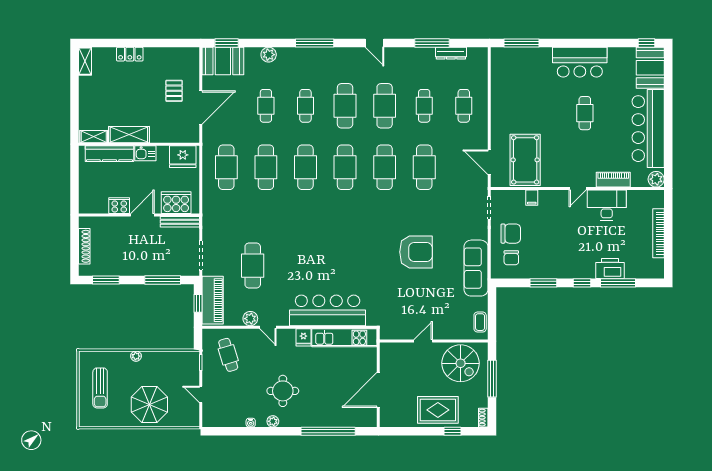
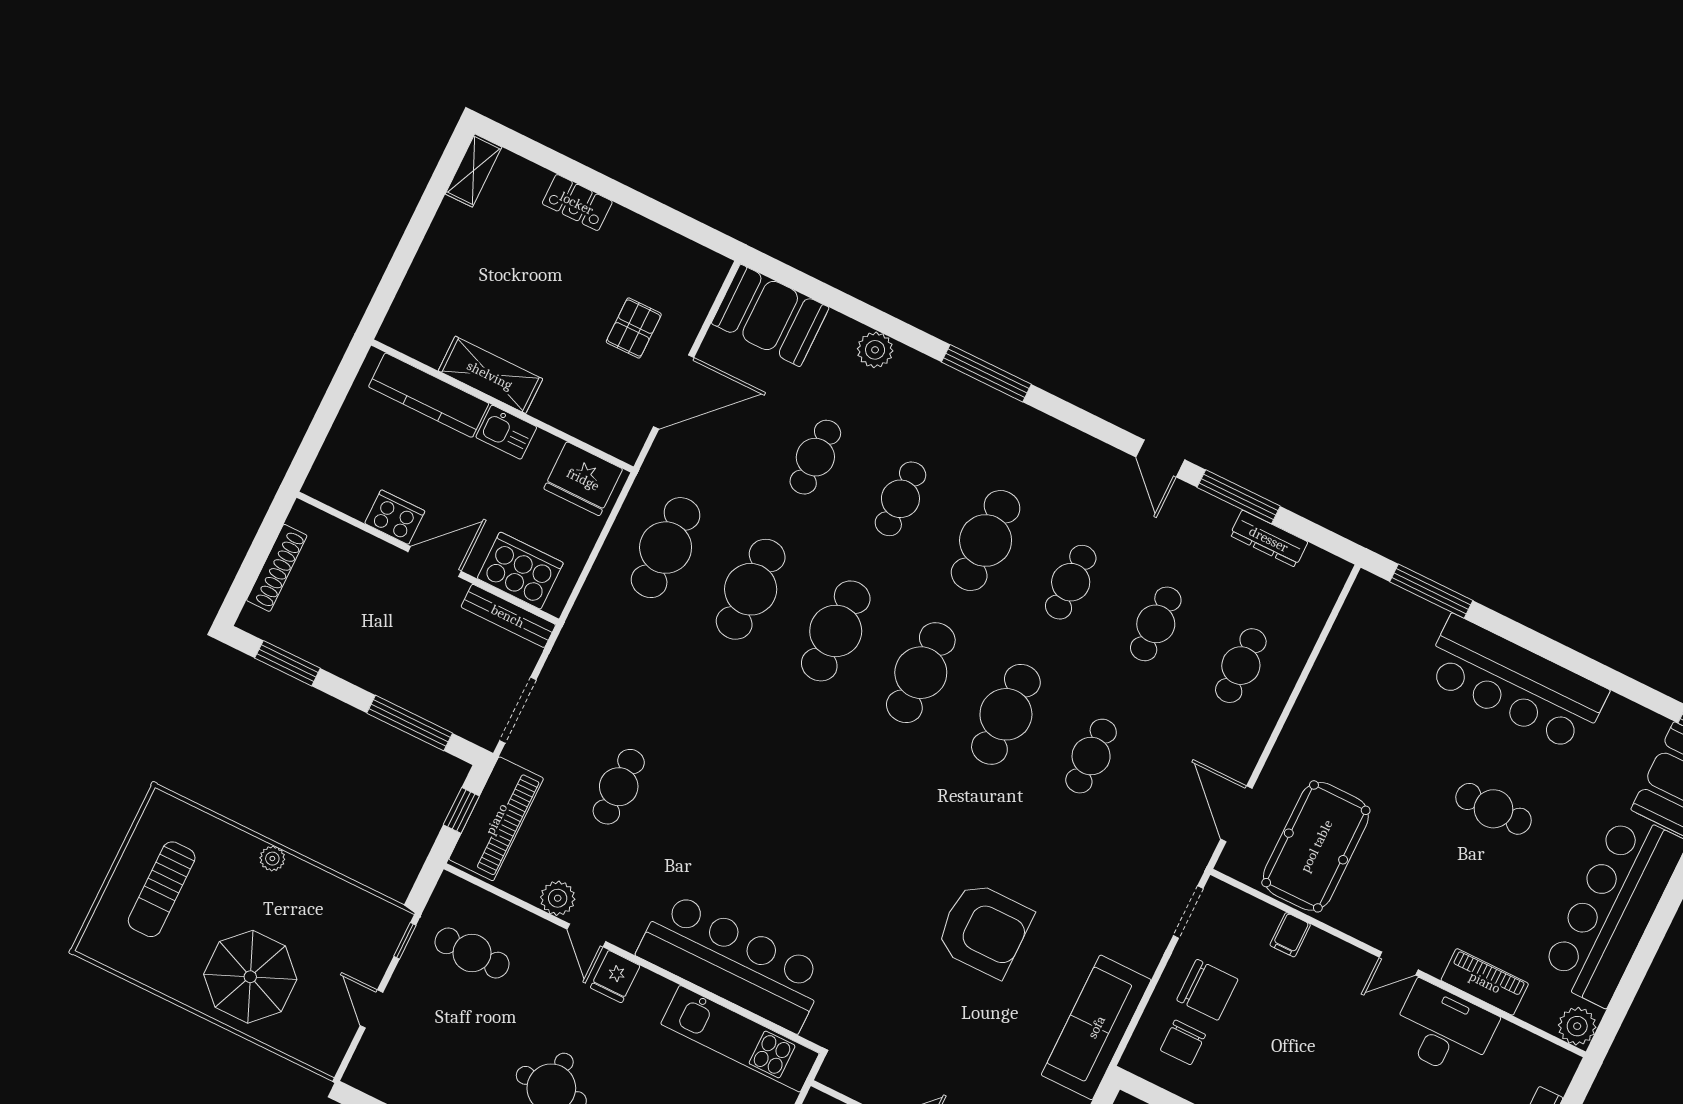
window: (227, 43) -> (797, 281), removed
door: (375, 43) -> (1160, 458), moved
bar counter: (580, 62) -> (1515, 684), width x1.36
cafe table: (385, 106) -> (1071, 582), width x0.73, depth x0.74
cafe table: (585, 113) -> (1494, 809), turned 90
shelving: (94, 137) -> (413, 342), removed
cafe table: (424, 167) -> (1091, 756), width x0.73, depth x0.74
cafe table: (253, 266) -> (619, 787), width x0.73, depth x0.74
fridge: (303, 337) -> (615, 977), moved
cafe table: (228, 355) -> (472, 953), turned -73

